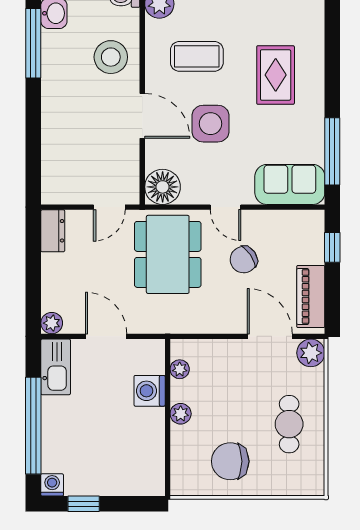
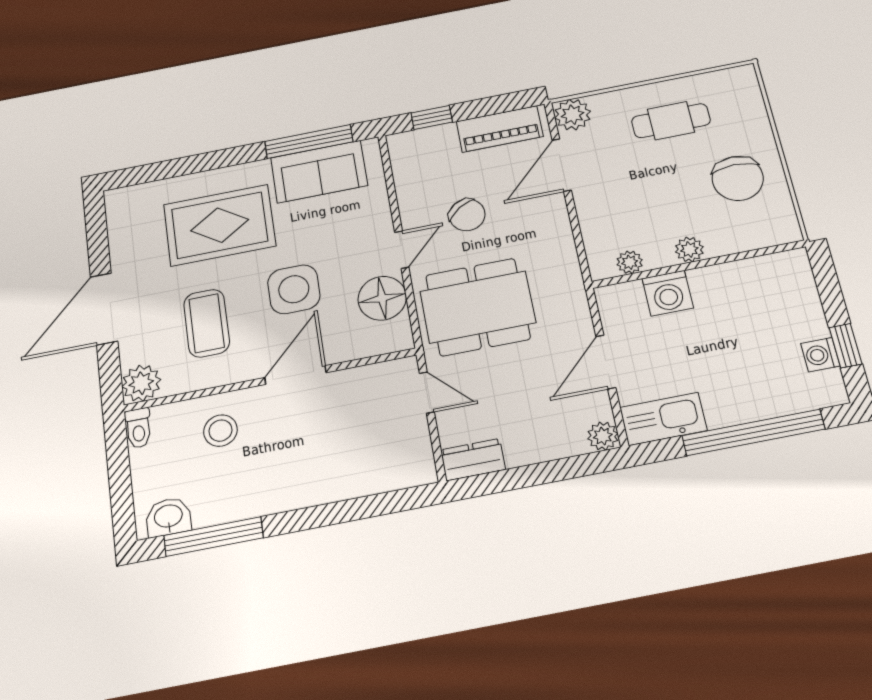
stool: (111, 57) -> (220, 431), width x0.73, depth x0.73
rug: (276, 75) -> (220, 225), width x1.36, depth x1.43
sofa: (290, 184) -> (319, 172), moved, turned -90
floor lamp: (163, 187) -> (382, 298), moved
washing machine: (52, 485) -> (820, 355), moved

